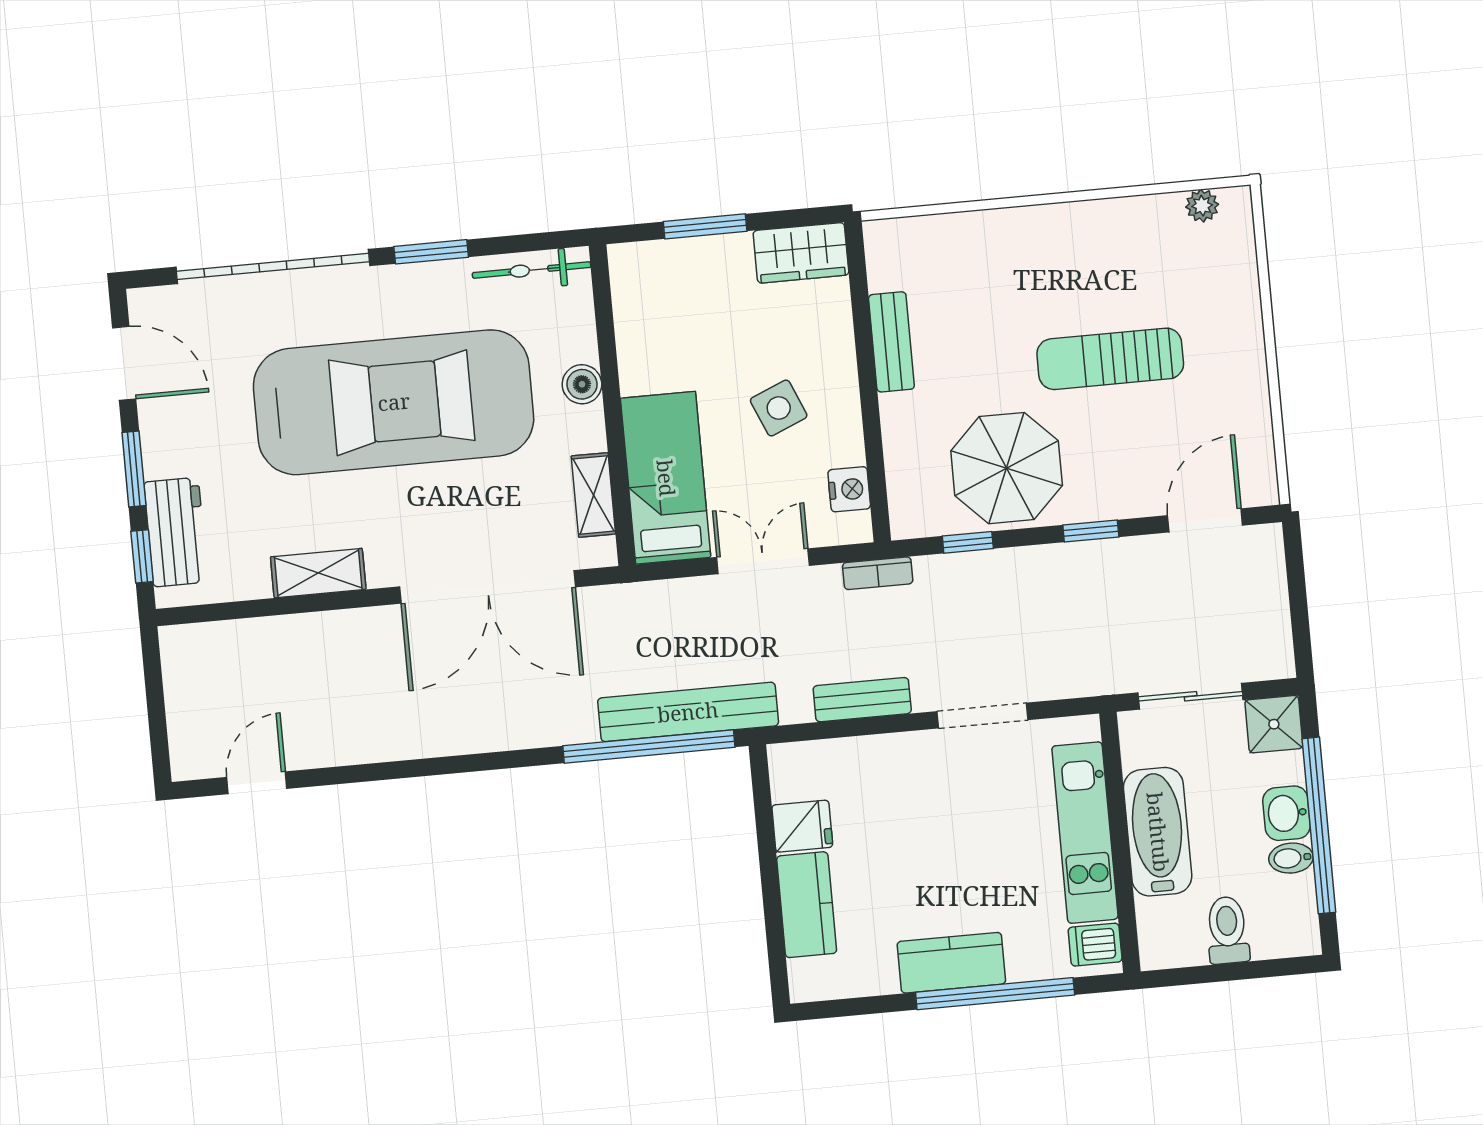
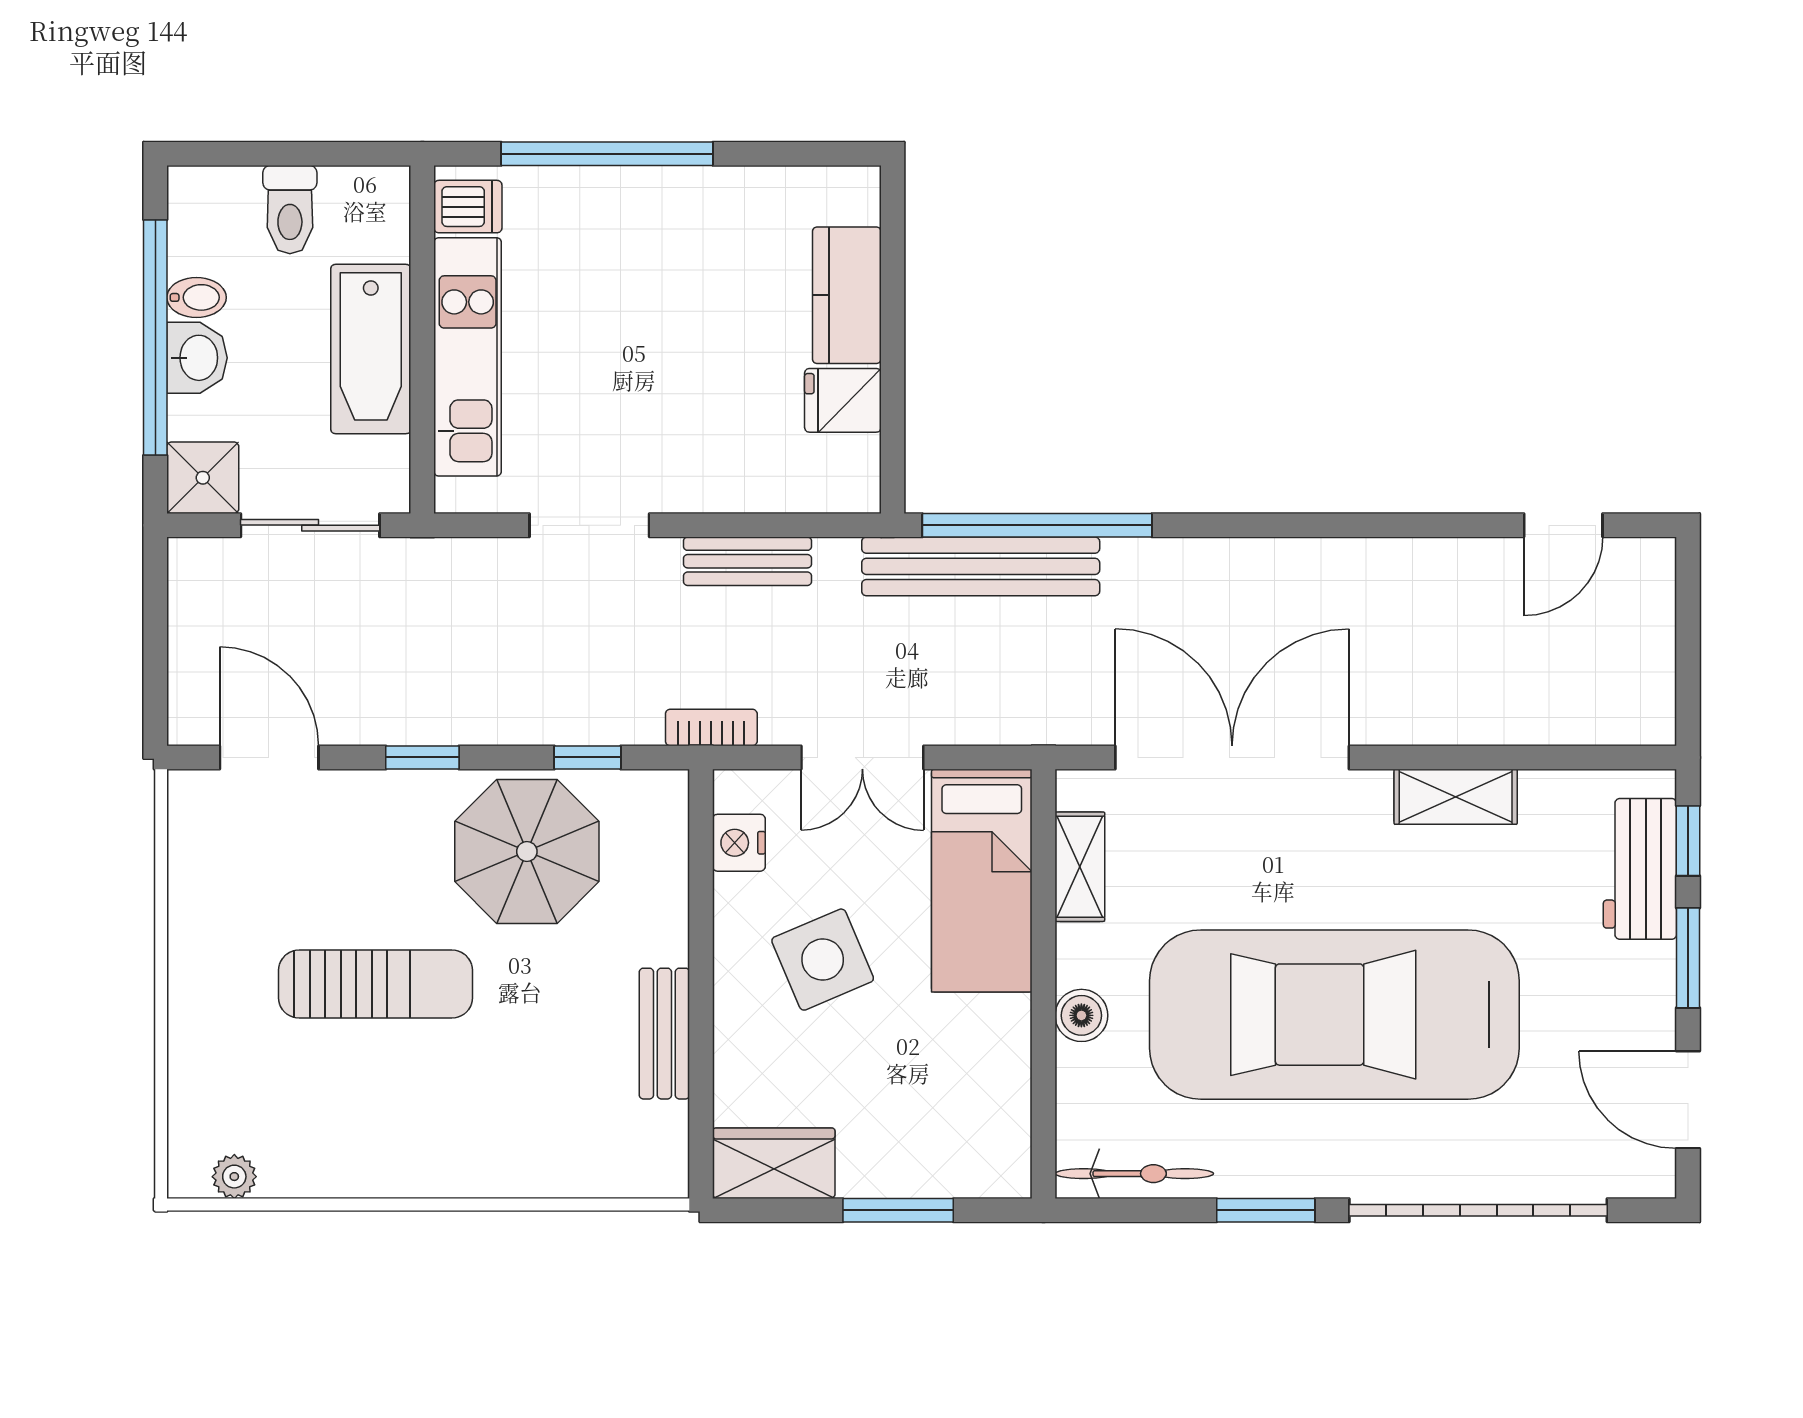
side table: (779, 408) -> (823, 960), width x1.37, depth x1.37
door: (1205, 520) -> (269, 757), swing flipped
kitchen counter: (951, 963) -> (661, 200), removed

